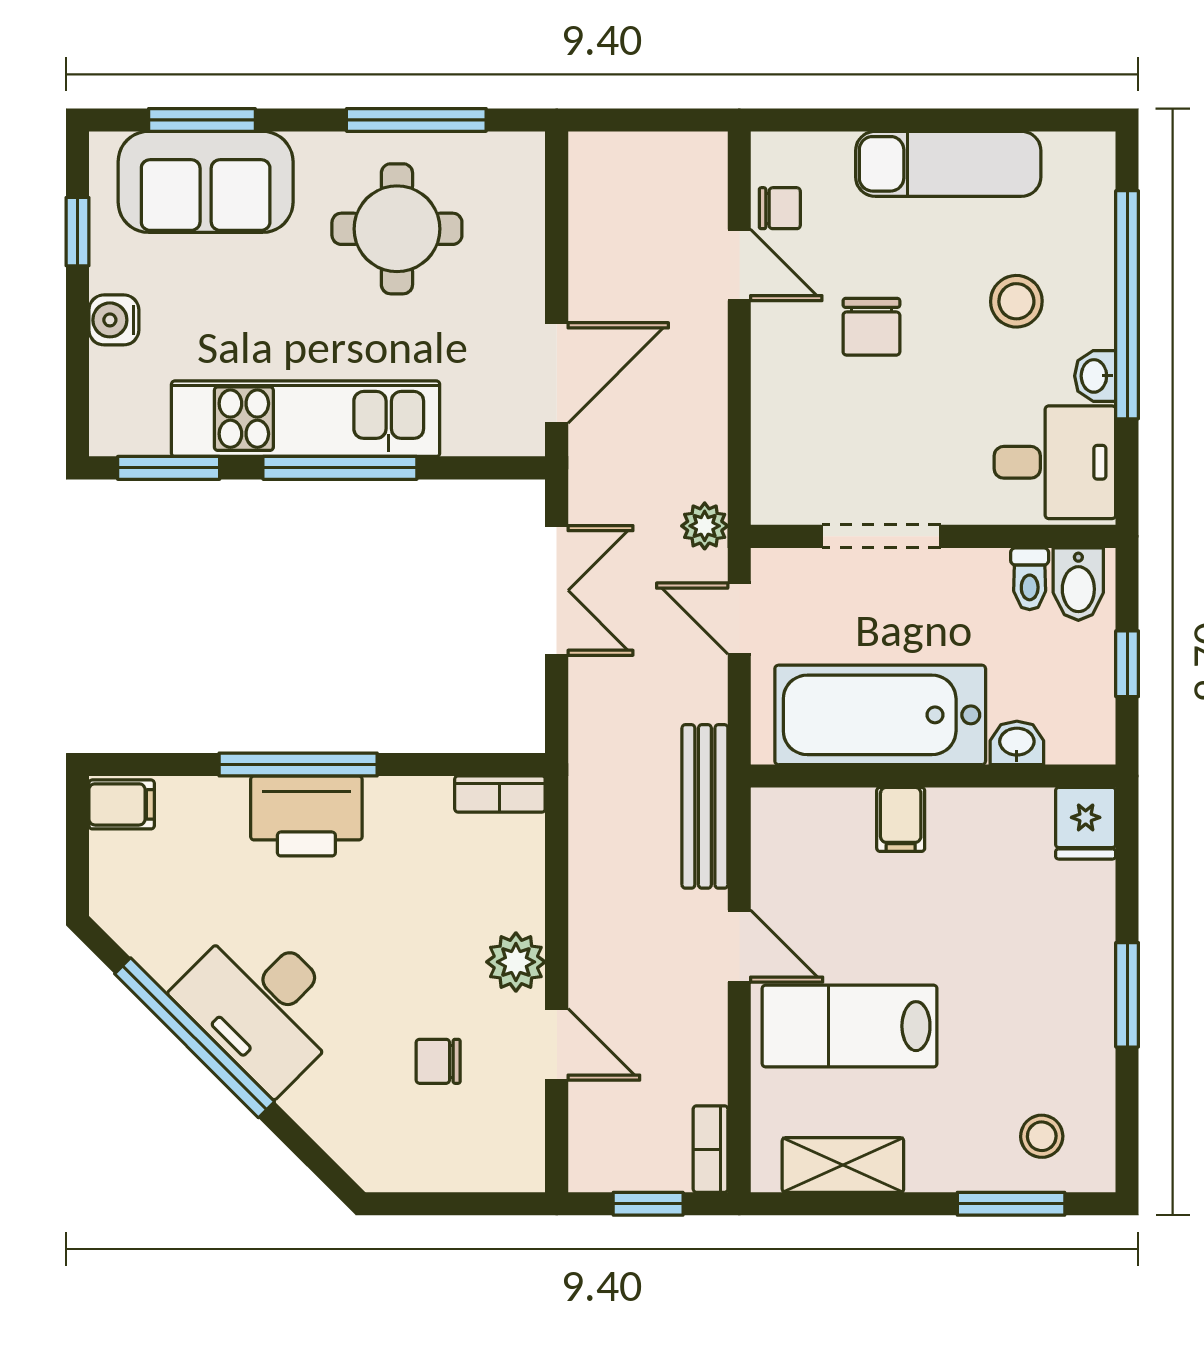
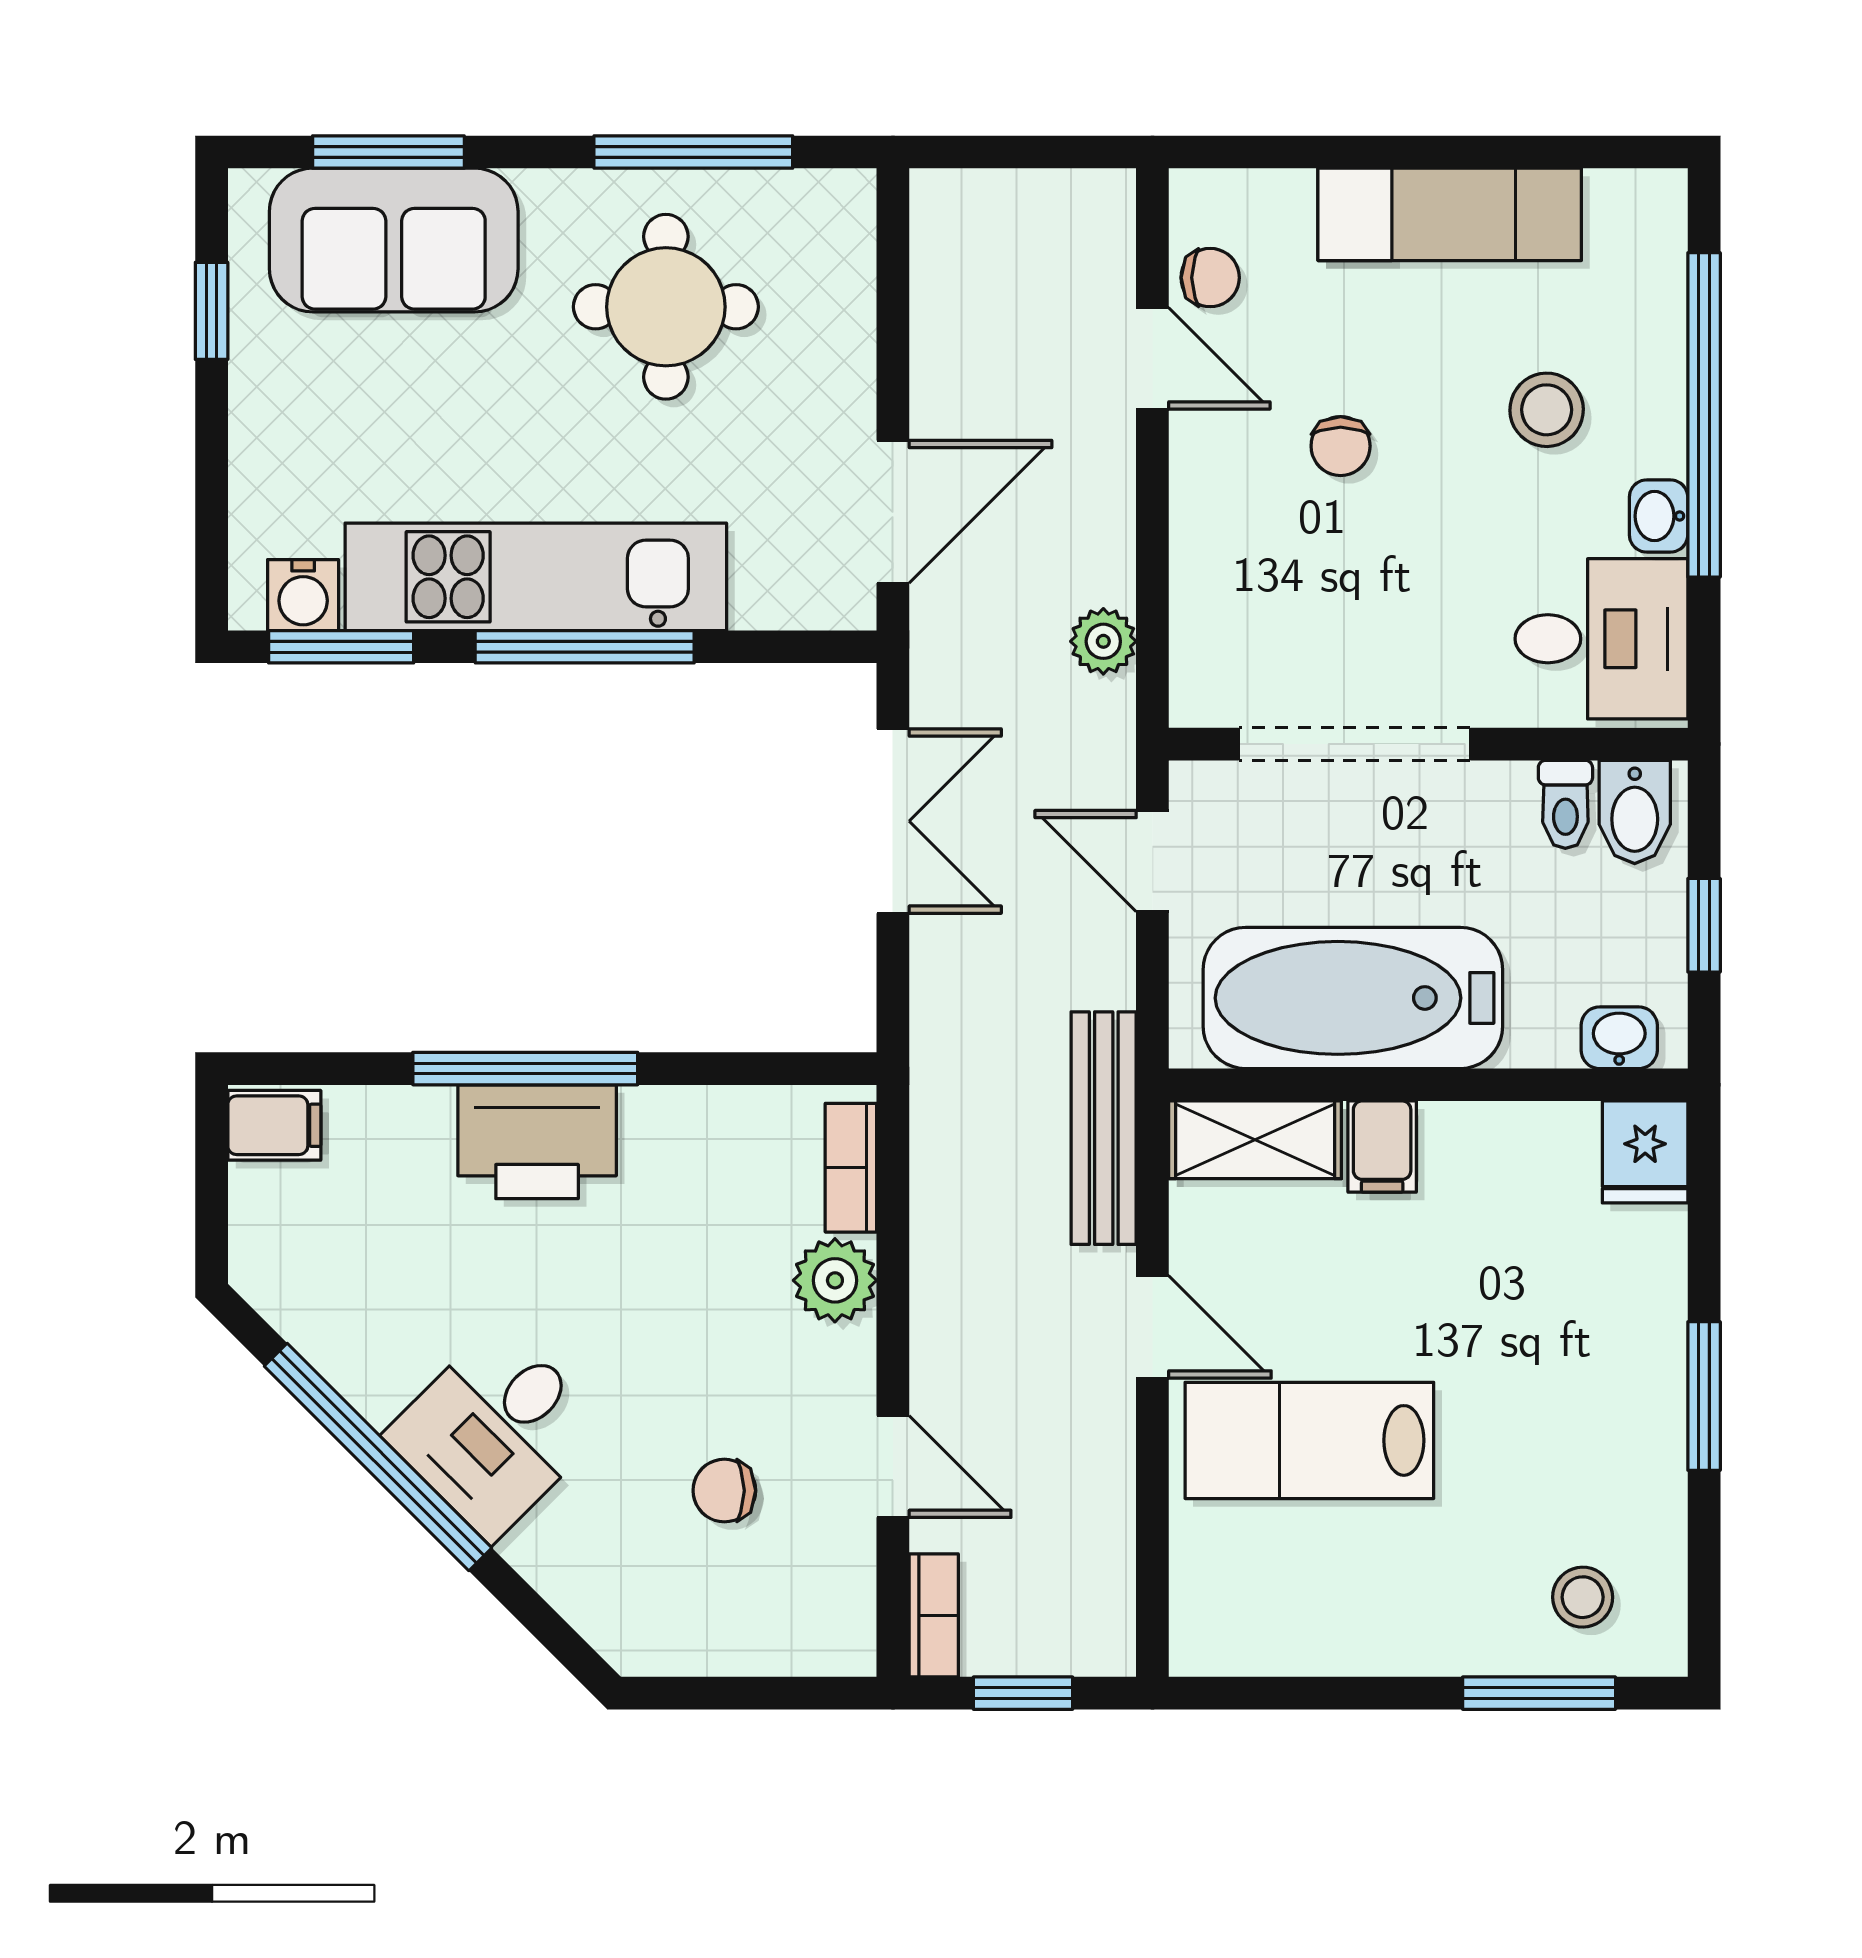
water cooler: (114, 320) -> (303, 595), moved, turned -90
chair: (871, 327) -> (1341, 446), width x0.73, depth x0.73
plant: (705, 526) -> (1103, 641), moved
doorway: (881, 536) -> (1354, 744), width x1.36
washbasin: (1017, 743) -> (1619, 1038), moved
bookcase: (500, 794) -> (851, 1168), moved, turned 90
plant: (516, 962) -> (835, 1280), moved
desk: (263, 1005) -> (495, 1431), width x0.73
bookcase: (710, 1149) -> (934, 1615), moved, turned 180
shelving: (843, 1165) -> (1255, 1140), moved

